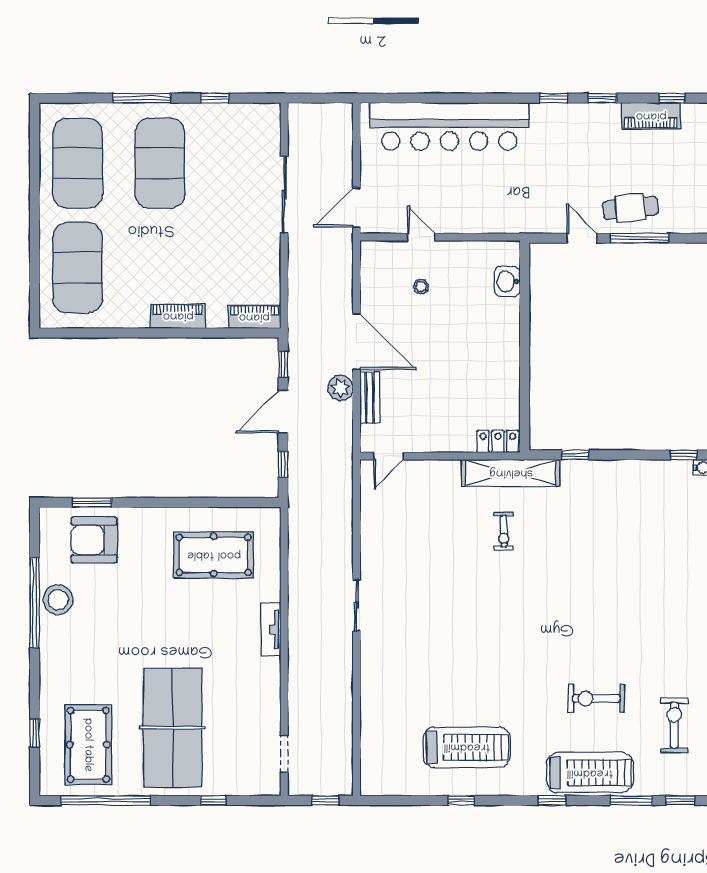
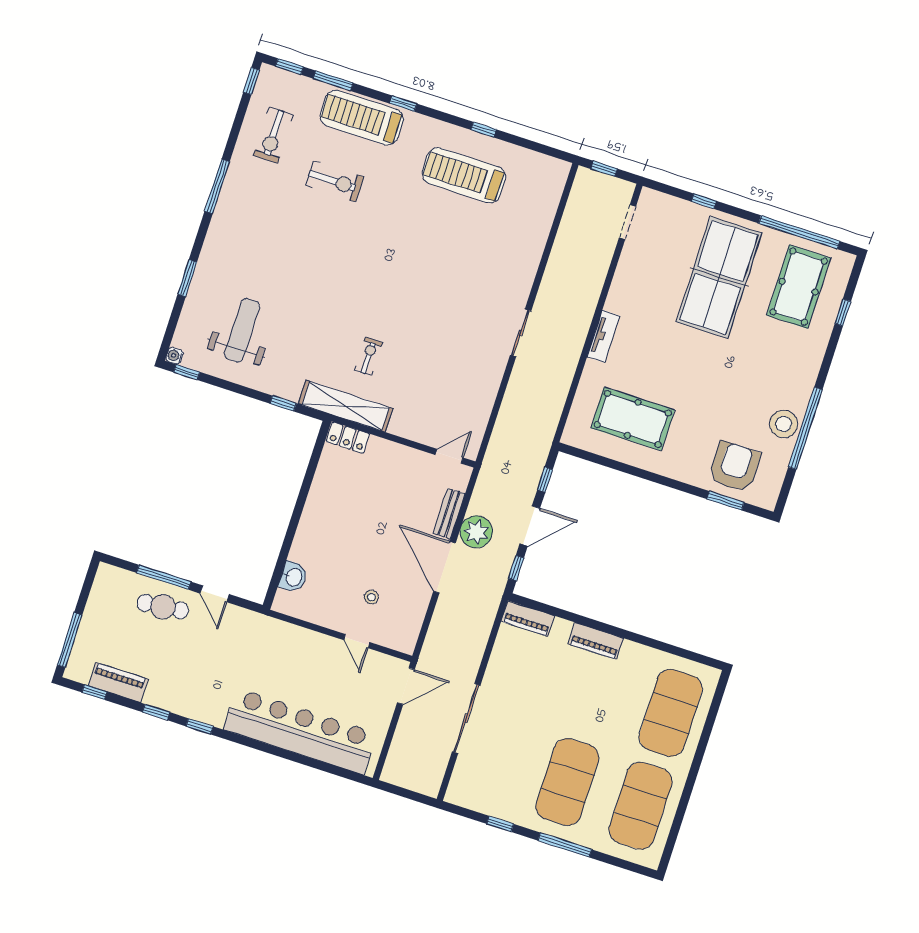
plant: (340, 388) -> (476, 532), width x1.36, depth x1.36
weight bench: (641, 516) -> (242, 330), added
armchair: (94, 540) -> (735, 467), turned -90

